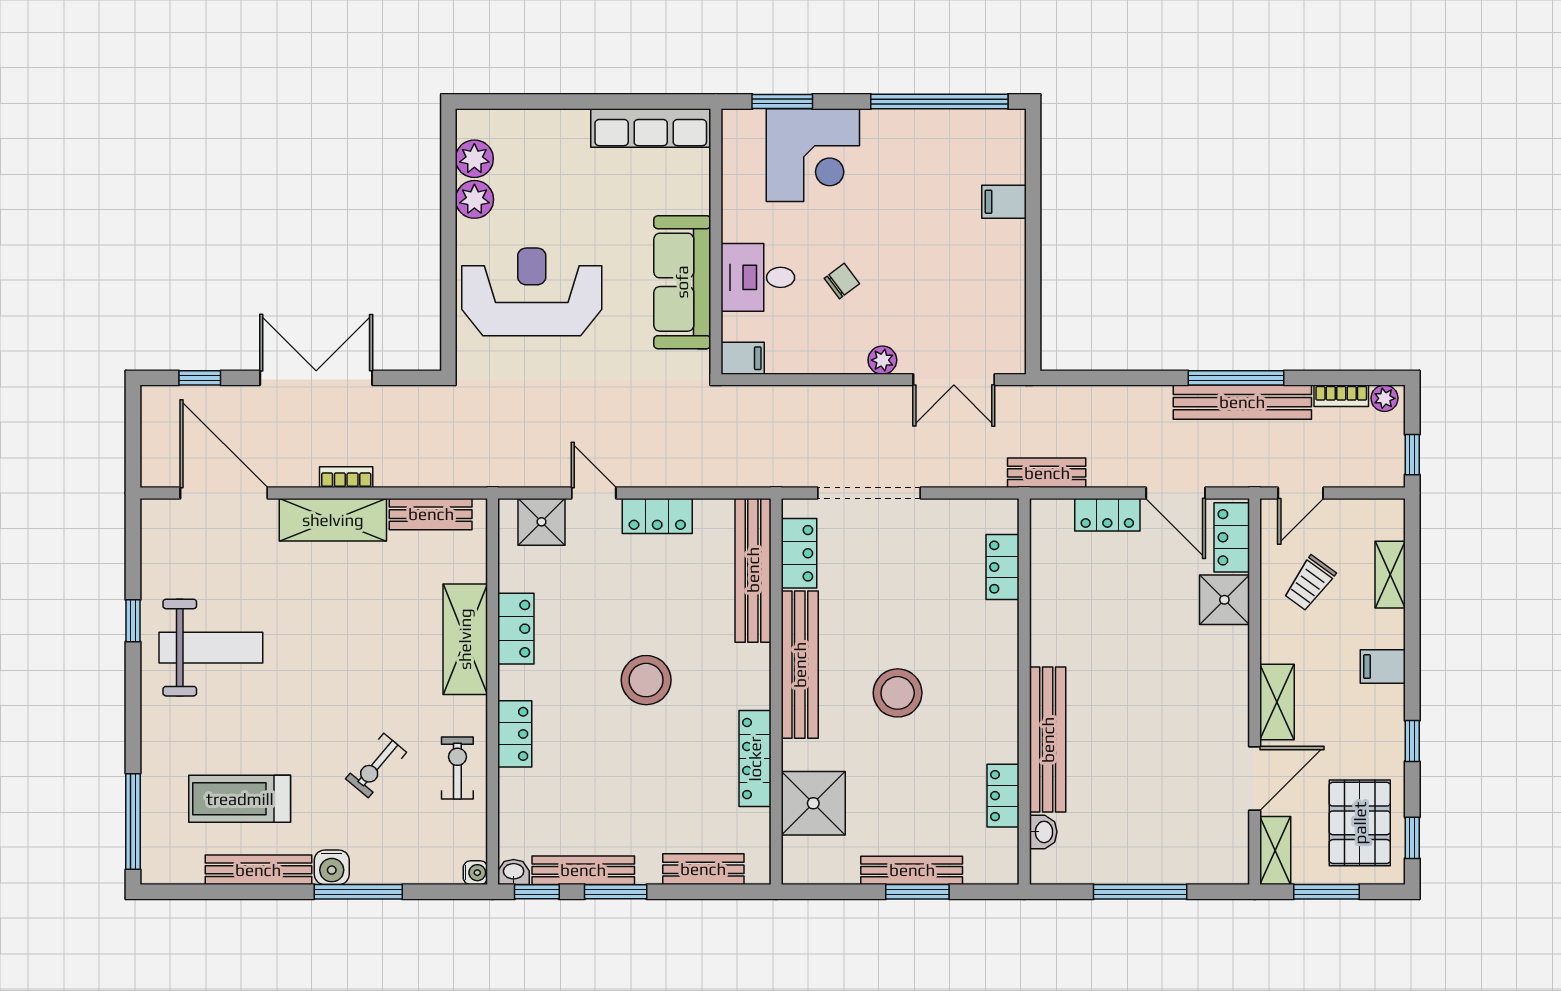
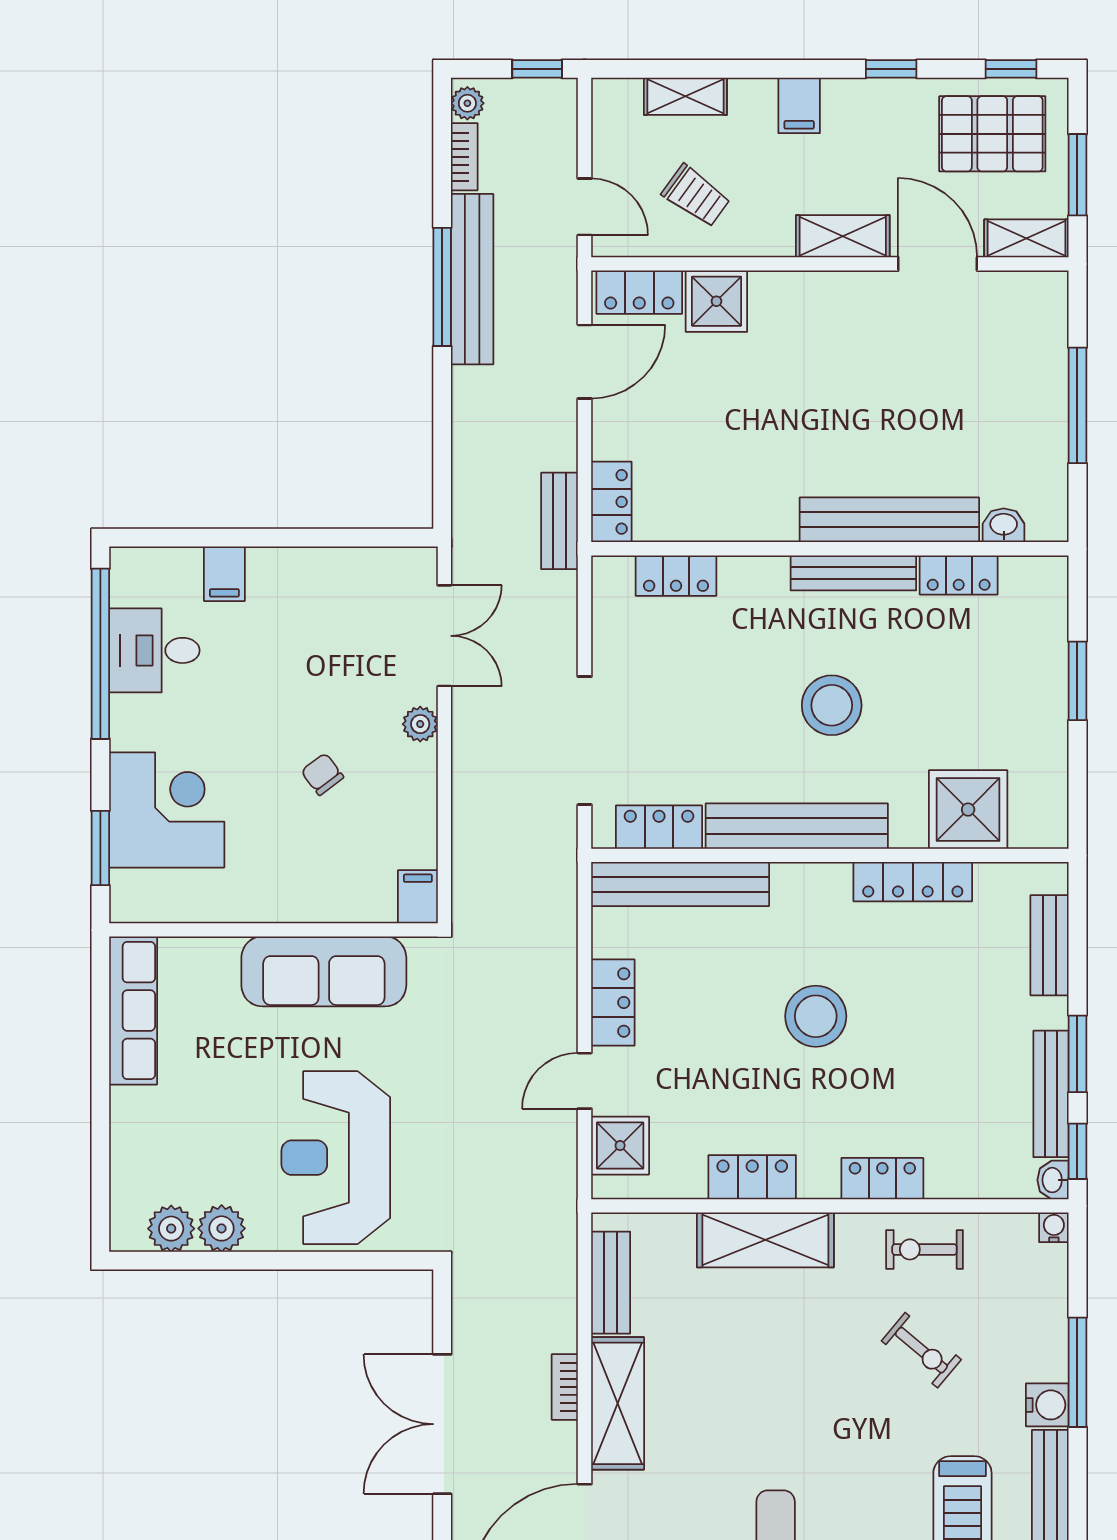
desk: (758, 277) -> (154, 650), moved, turned 90
locker: (1107, 515) -> (611, 502), moved
bench: (912, 870) -> (853, 573), moved, turned 90

